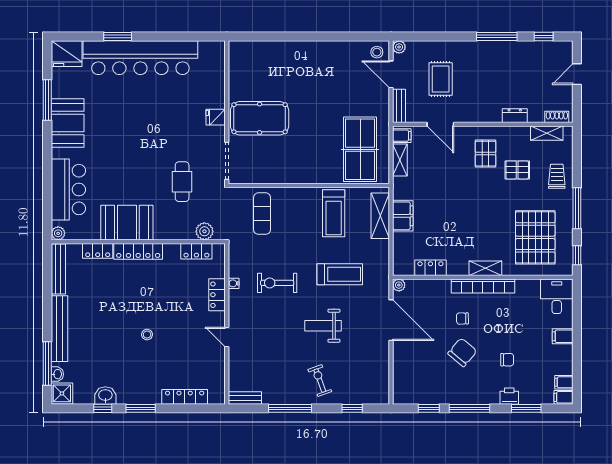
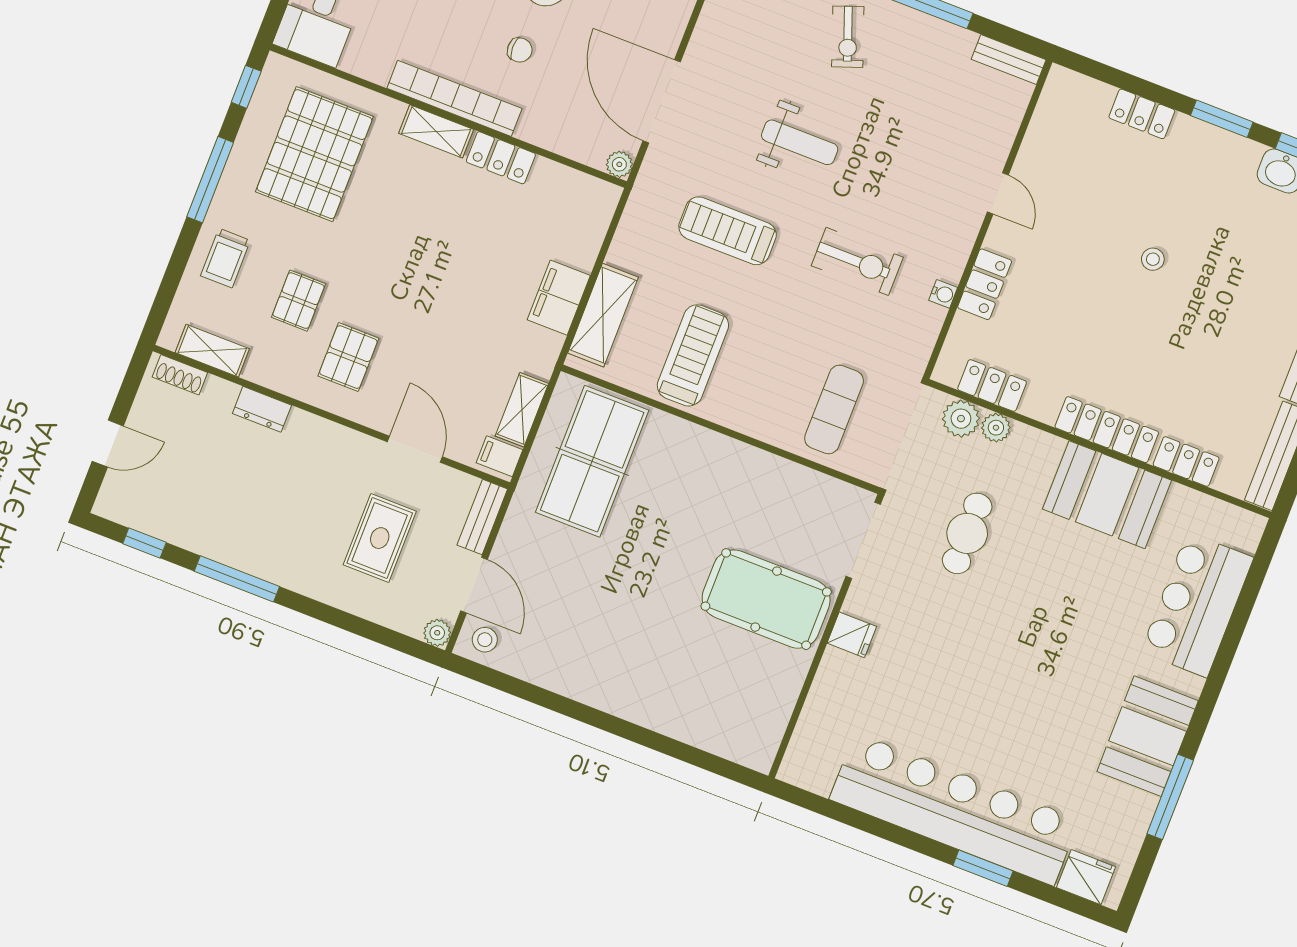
fridge: (67, 54) -> (1086, 877), width x0.73, depth x0.75
pallet: (517, 170) -> (298, 301), turned 90
plant: (58, 233) -> (996, 428), moved
locker: (430, 268) -> (501, 158), moved
locker: (185, 397) -> (1142, 114), width x0.66

